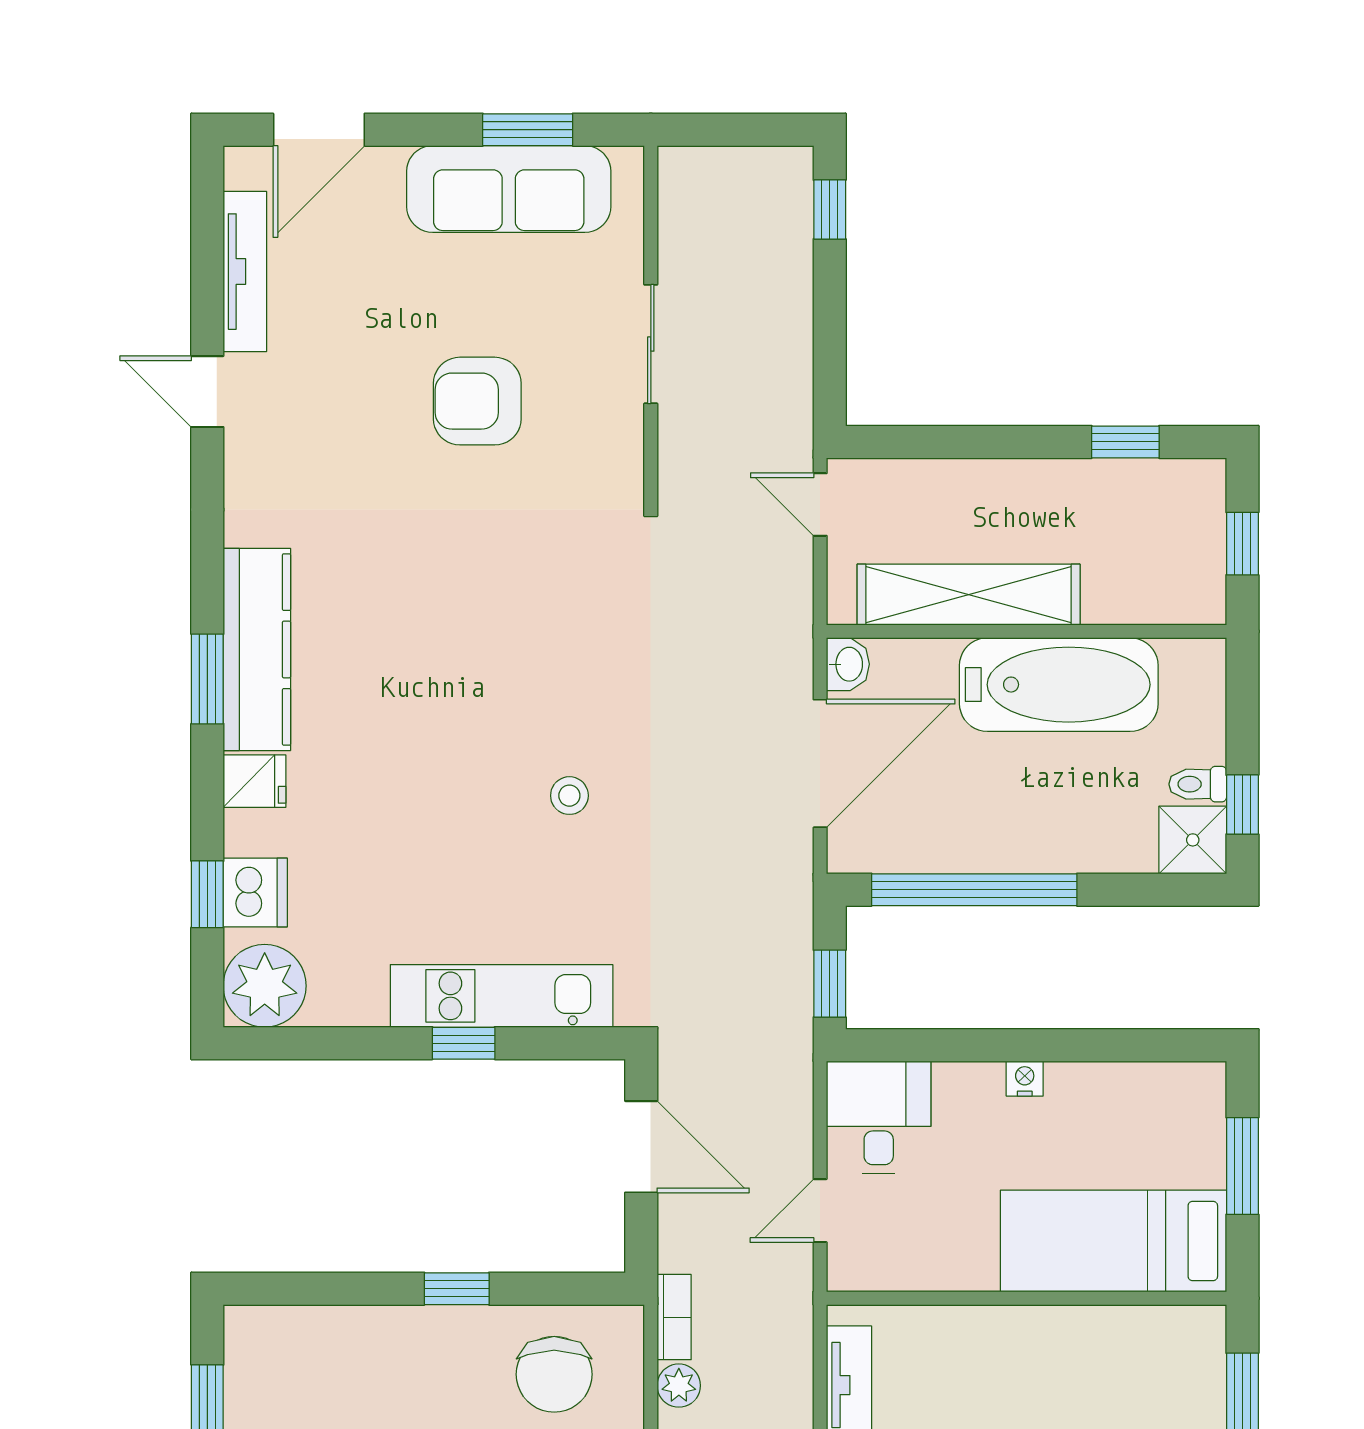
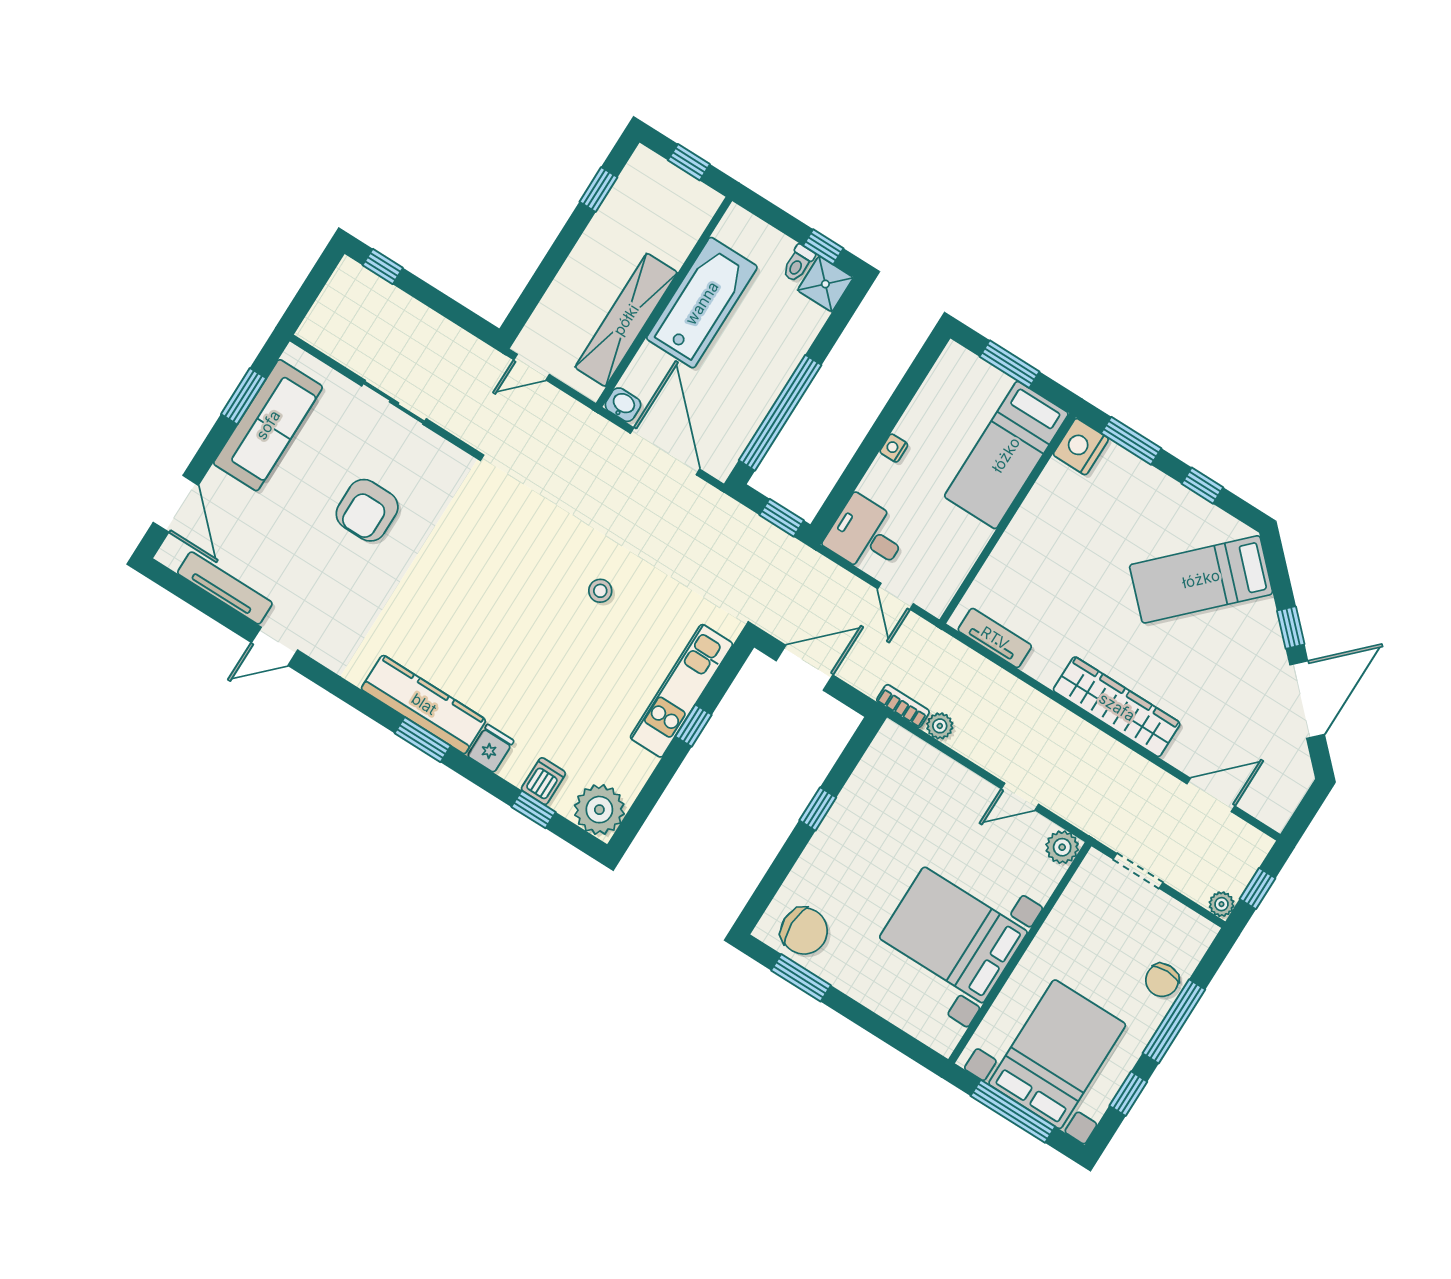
dishwasher: (255, 893) -> (543, 781), width x0.73
nightstand: (1190, 1337) -> (1081, 447), added
chair: (554, 1374) -> (804, 931), moved

